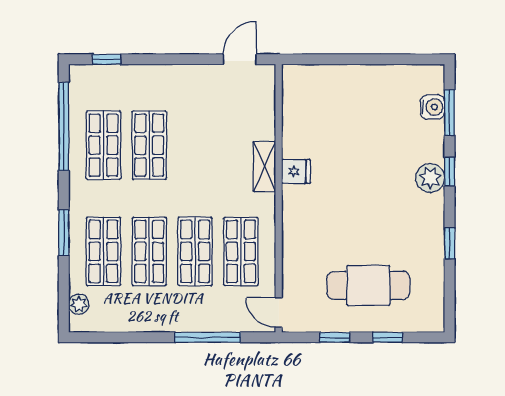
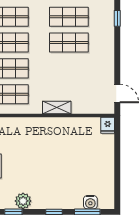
fridge: (296, 171) -> (108, 125), moved
plant: (430, 178) -> (23, 201), moved

